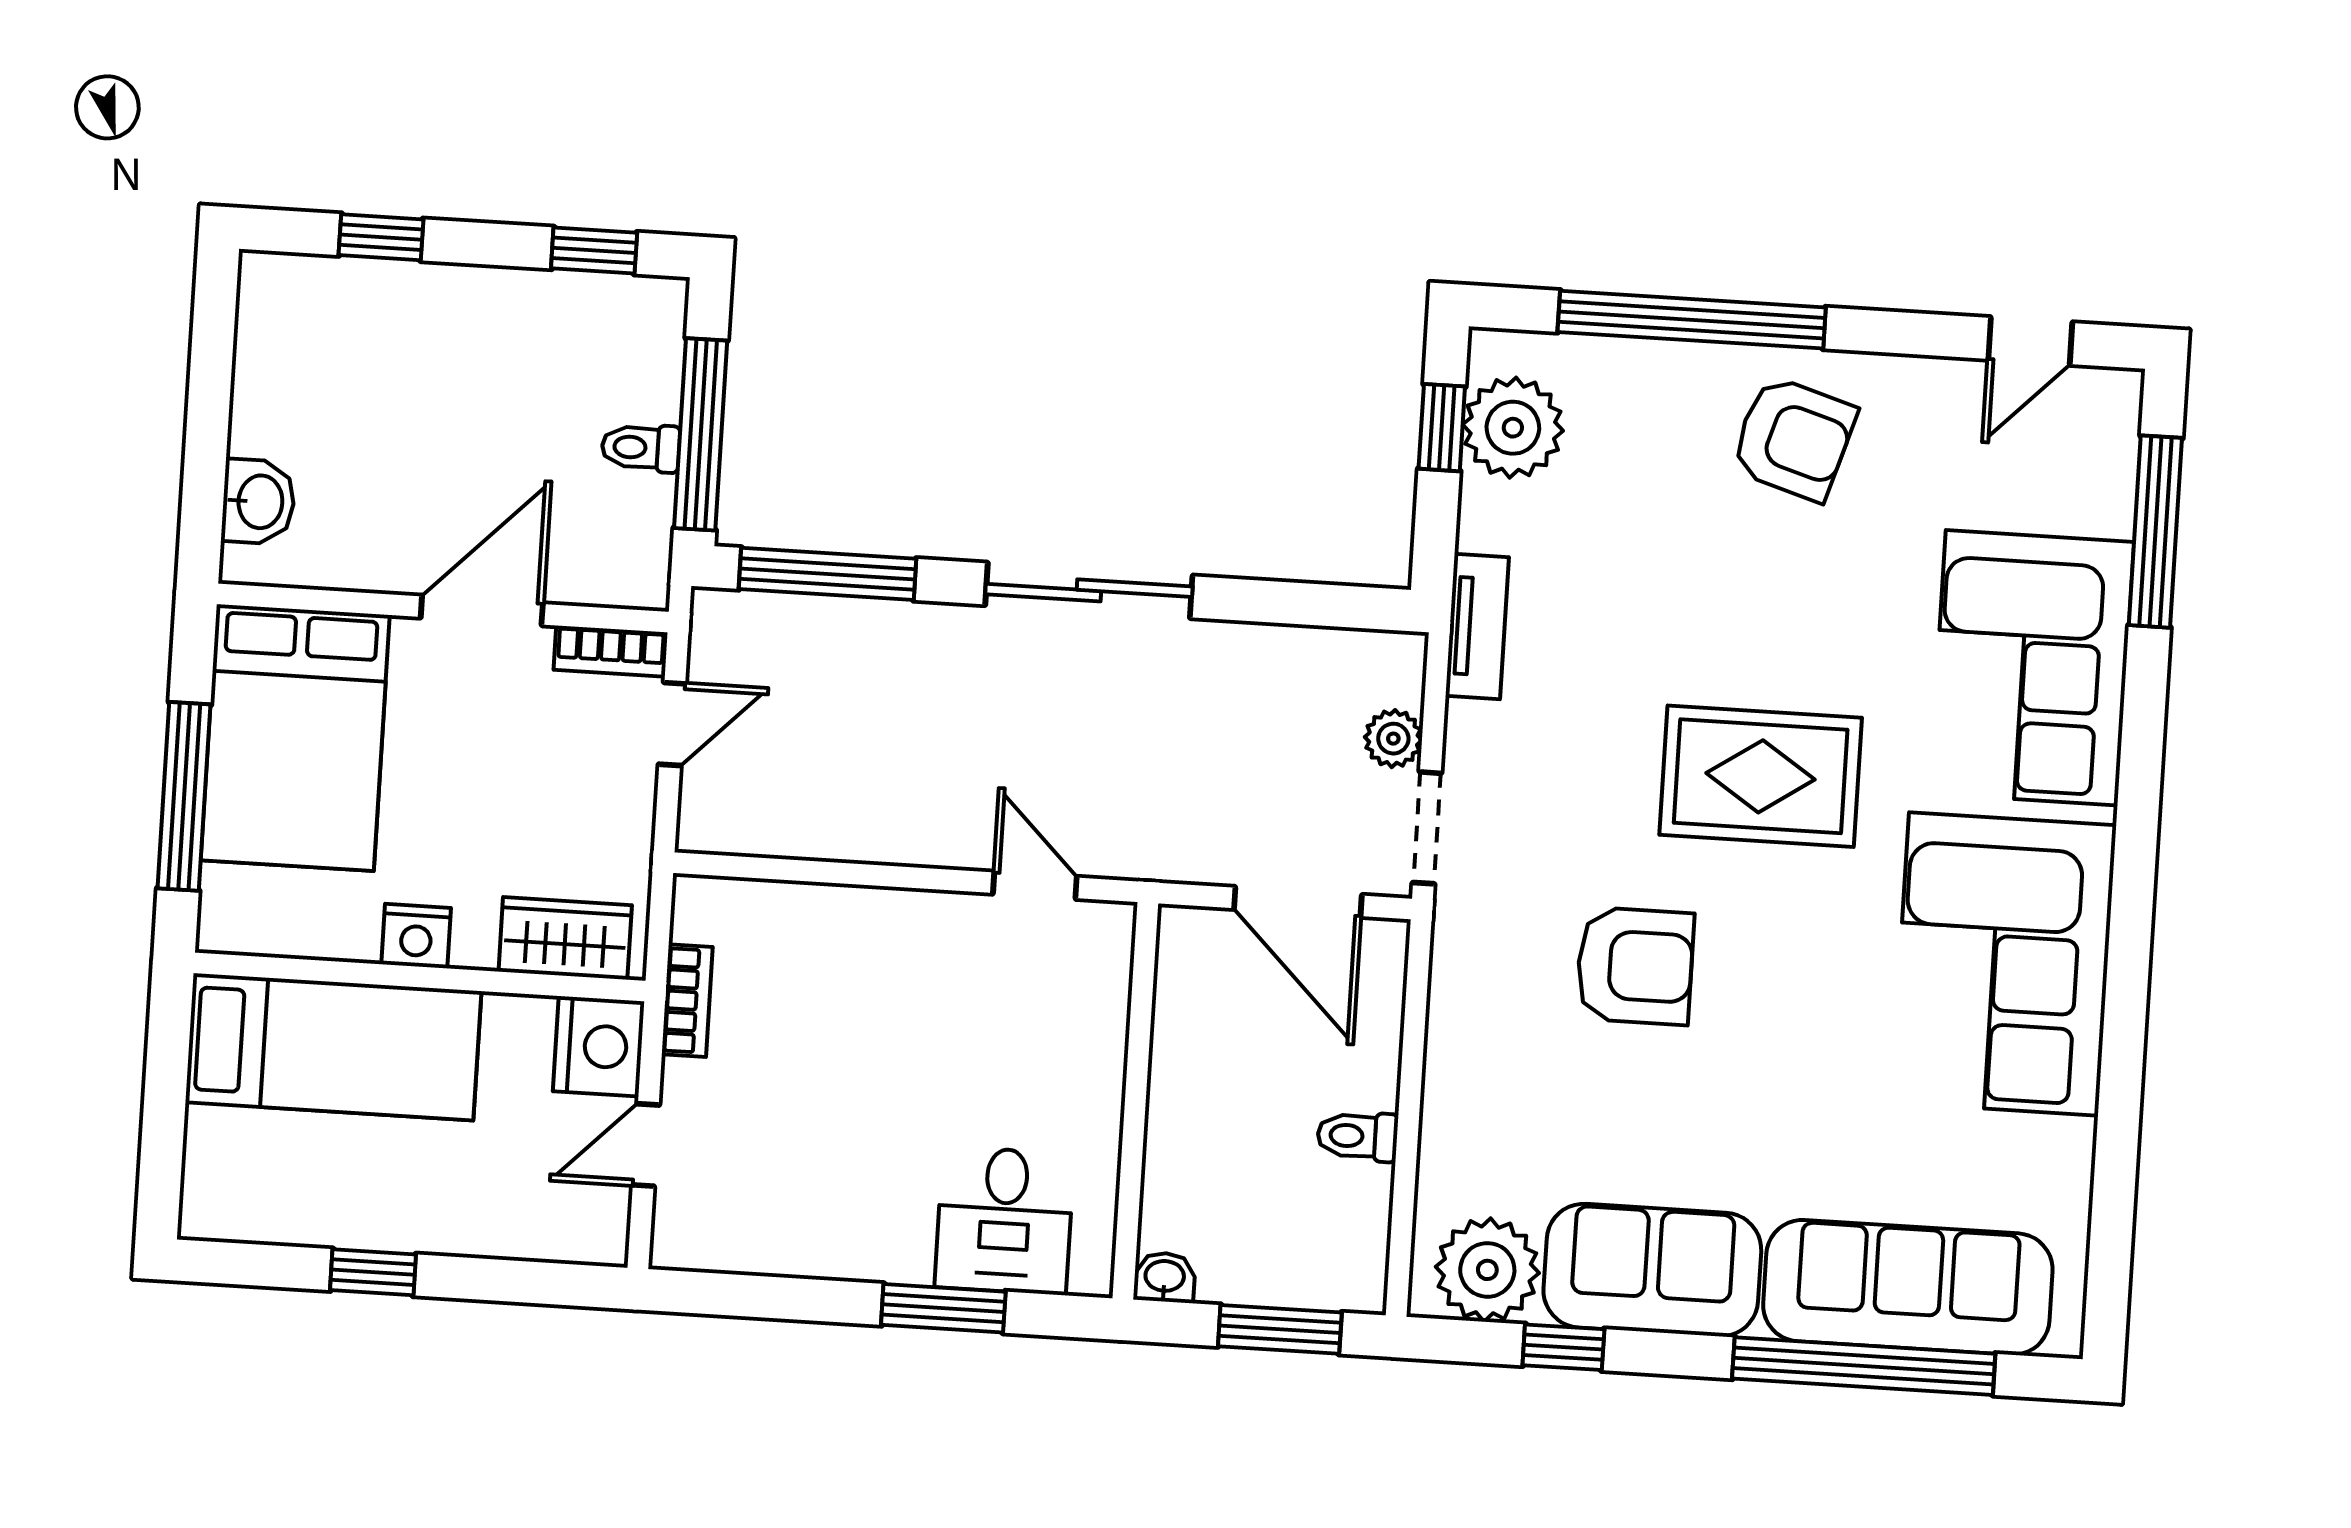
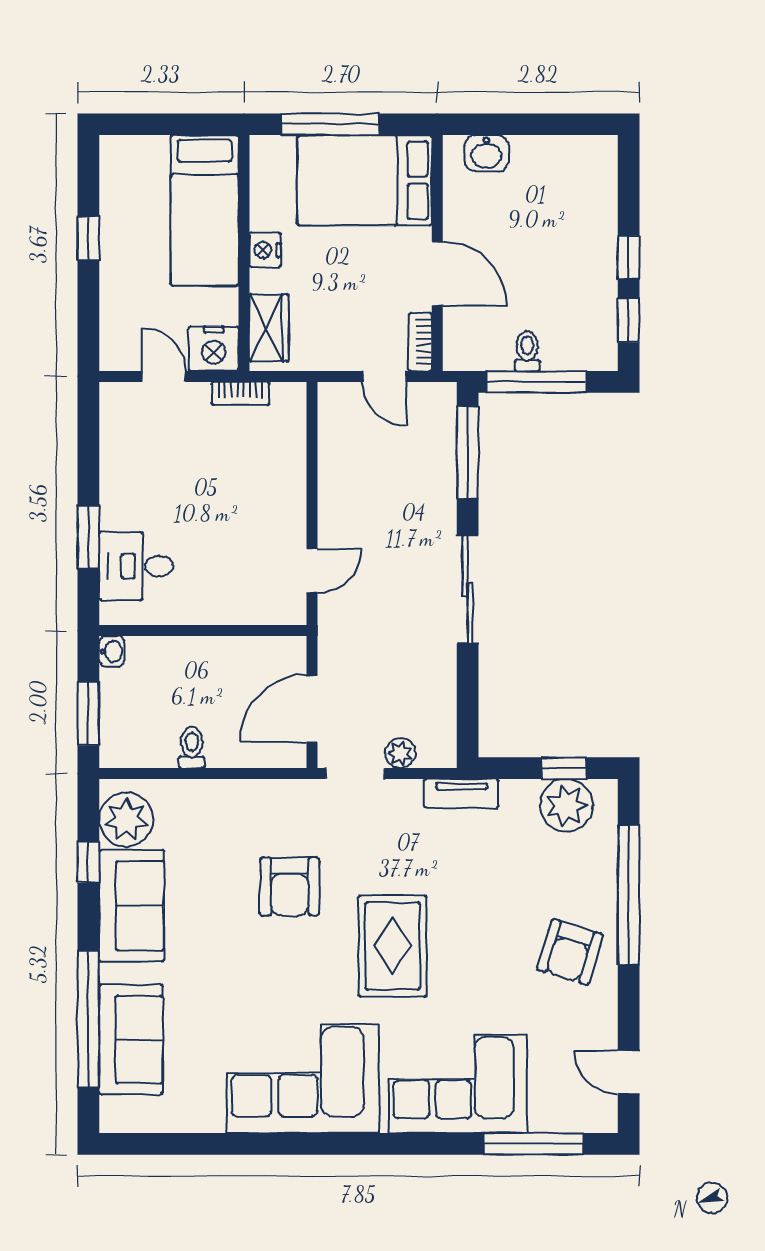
window: (381, 237) -> (629, 257), moved
sofa: (1908, 1287) -> (131, 1040), width x0.73

